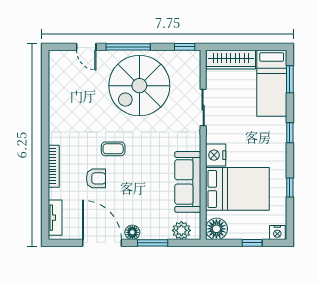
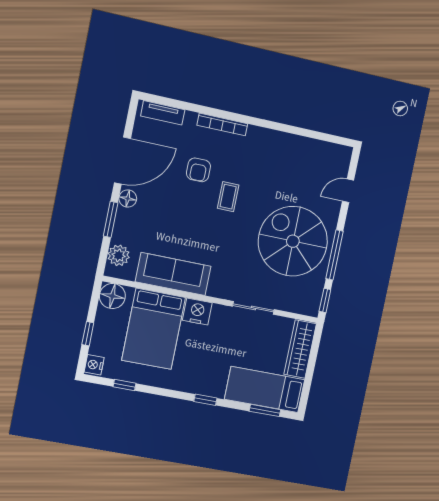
window: (128, 47) -> (334, 255), moved
window: (290, 187) -> (125, 385), moved

